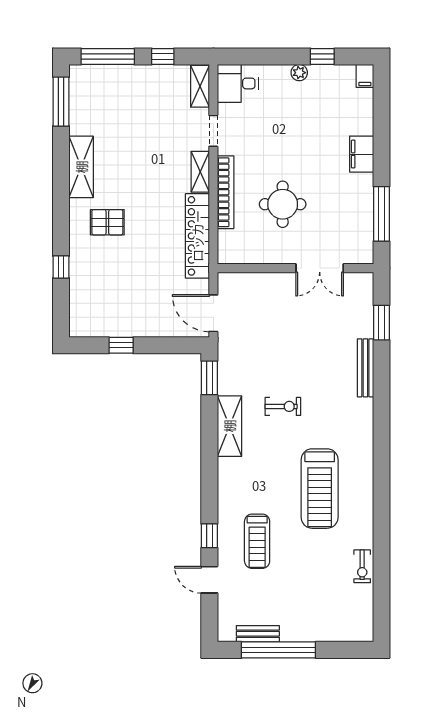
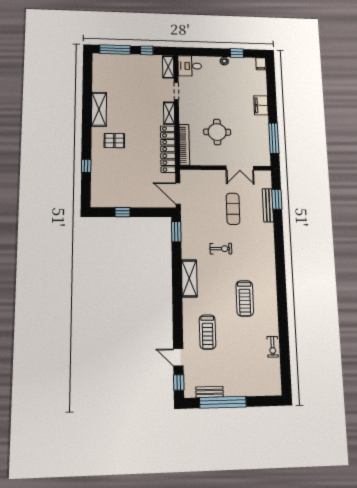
window: (61, 102) -> (88, 73), removed
bookcase: (226, 192) -> (184, 145), moved
exercise mat: (305, 339) -> (233, 209), added
bench: (365, 368) -> (268, 205), moved
shelving: (229, 426) -> (189, 278), moved
treadmill: (320, 489) -> (245, 298), width x0.73, depth x0.73
window: (209, 536) -> (179, 382), moved

